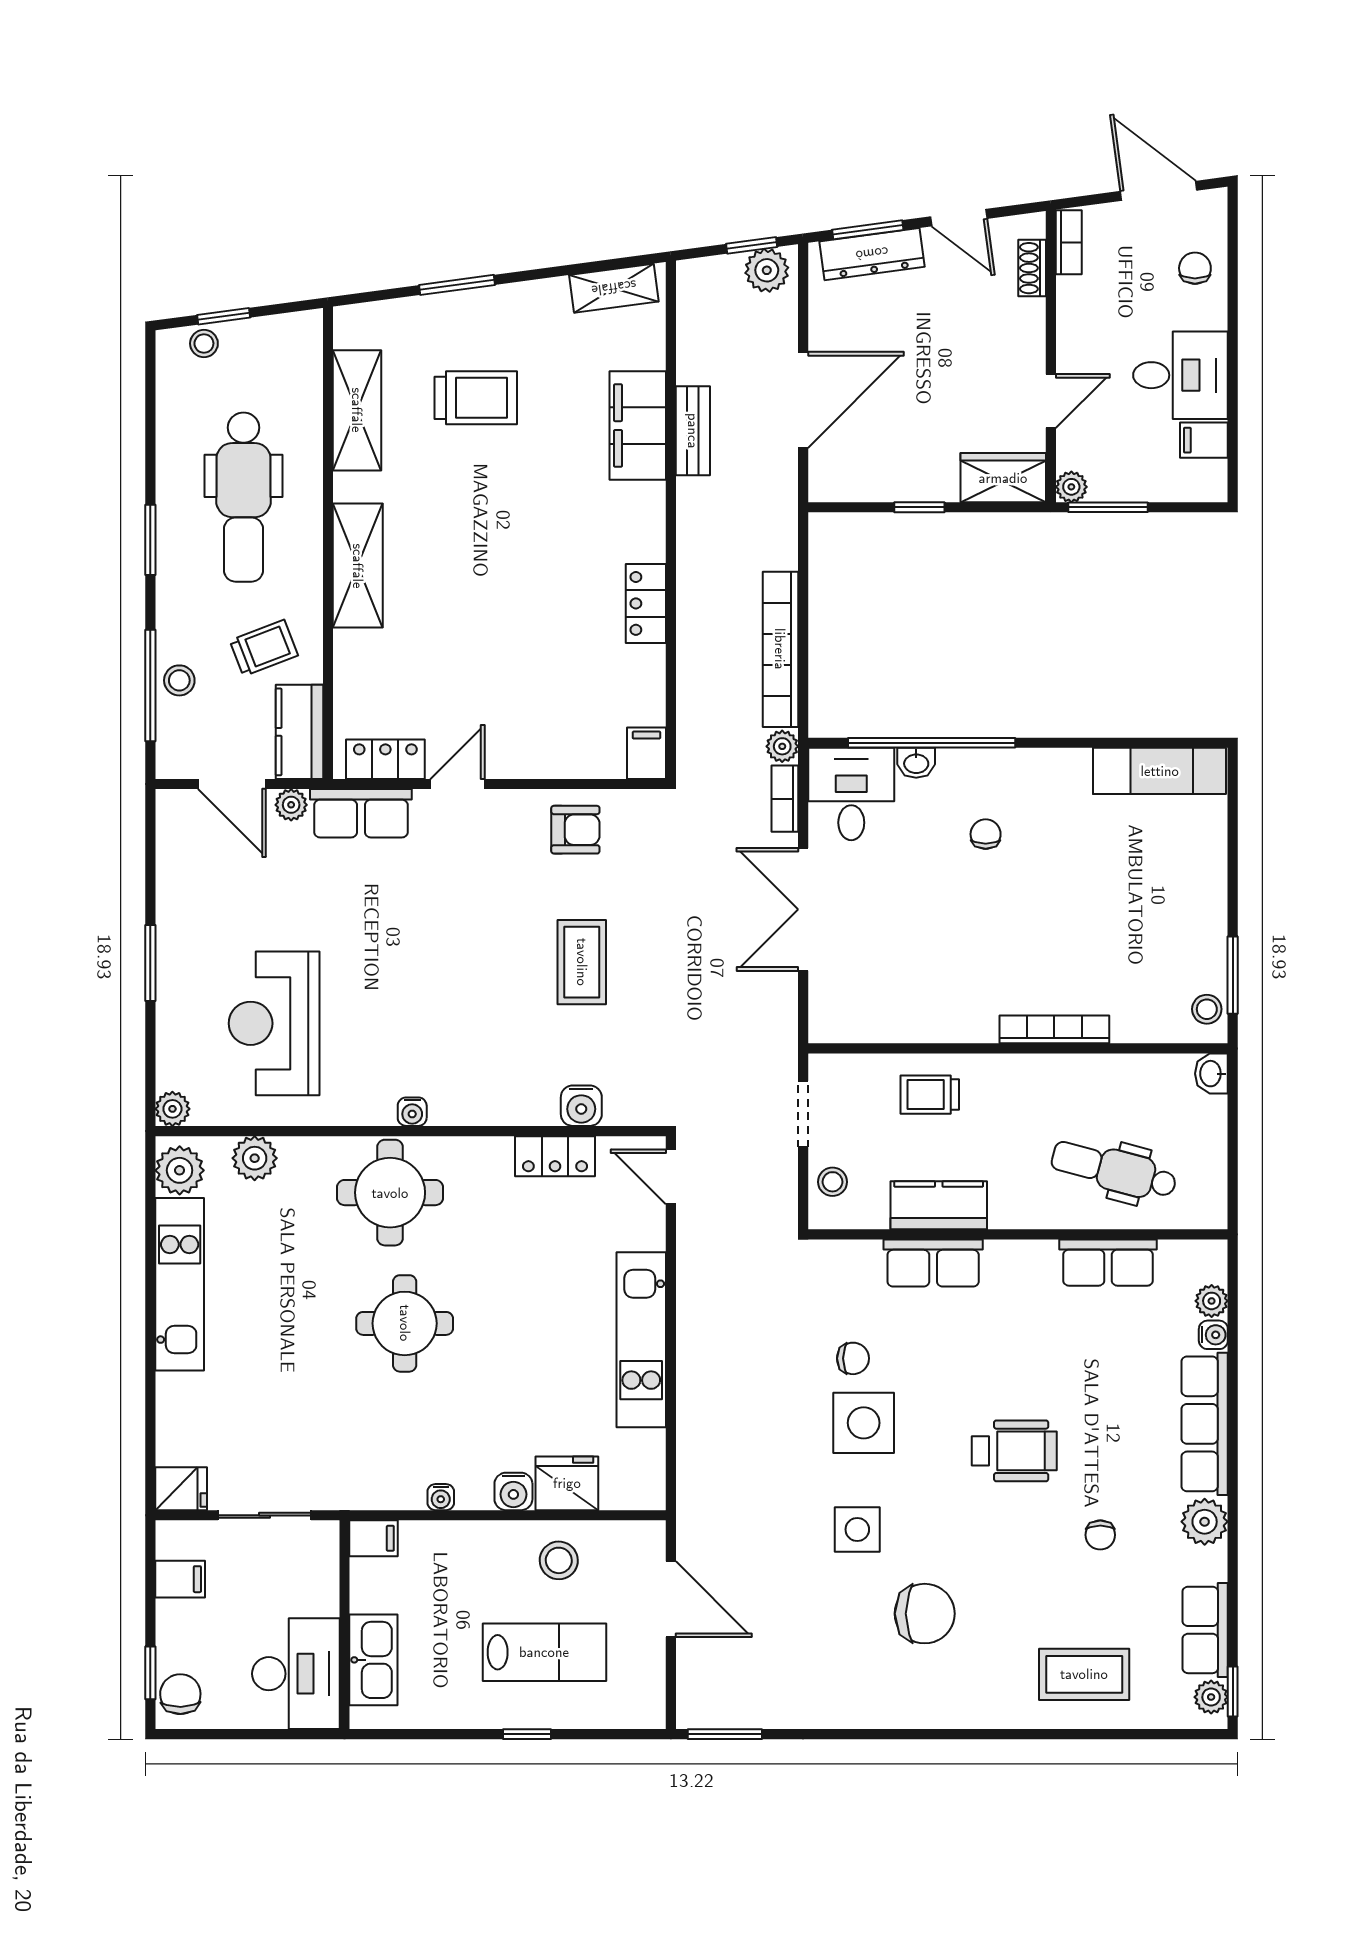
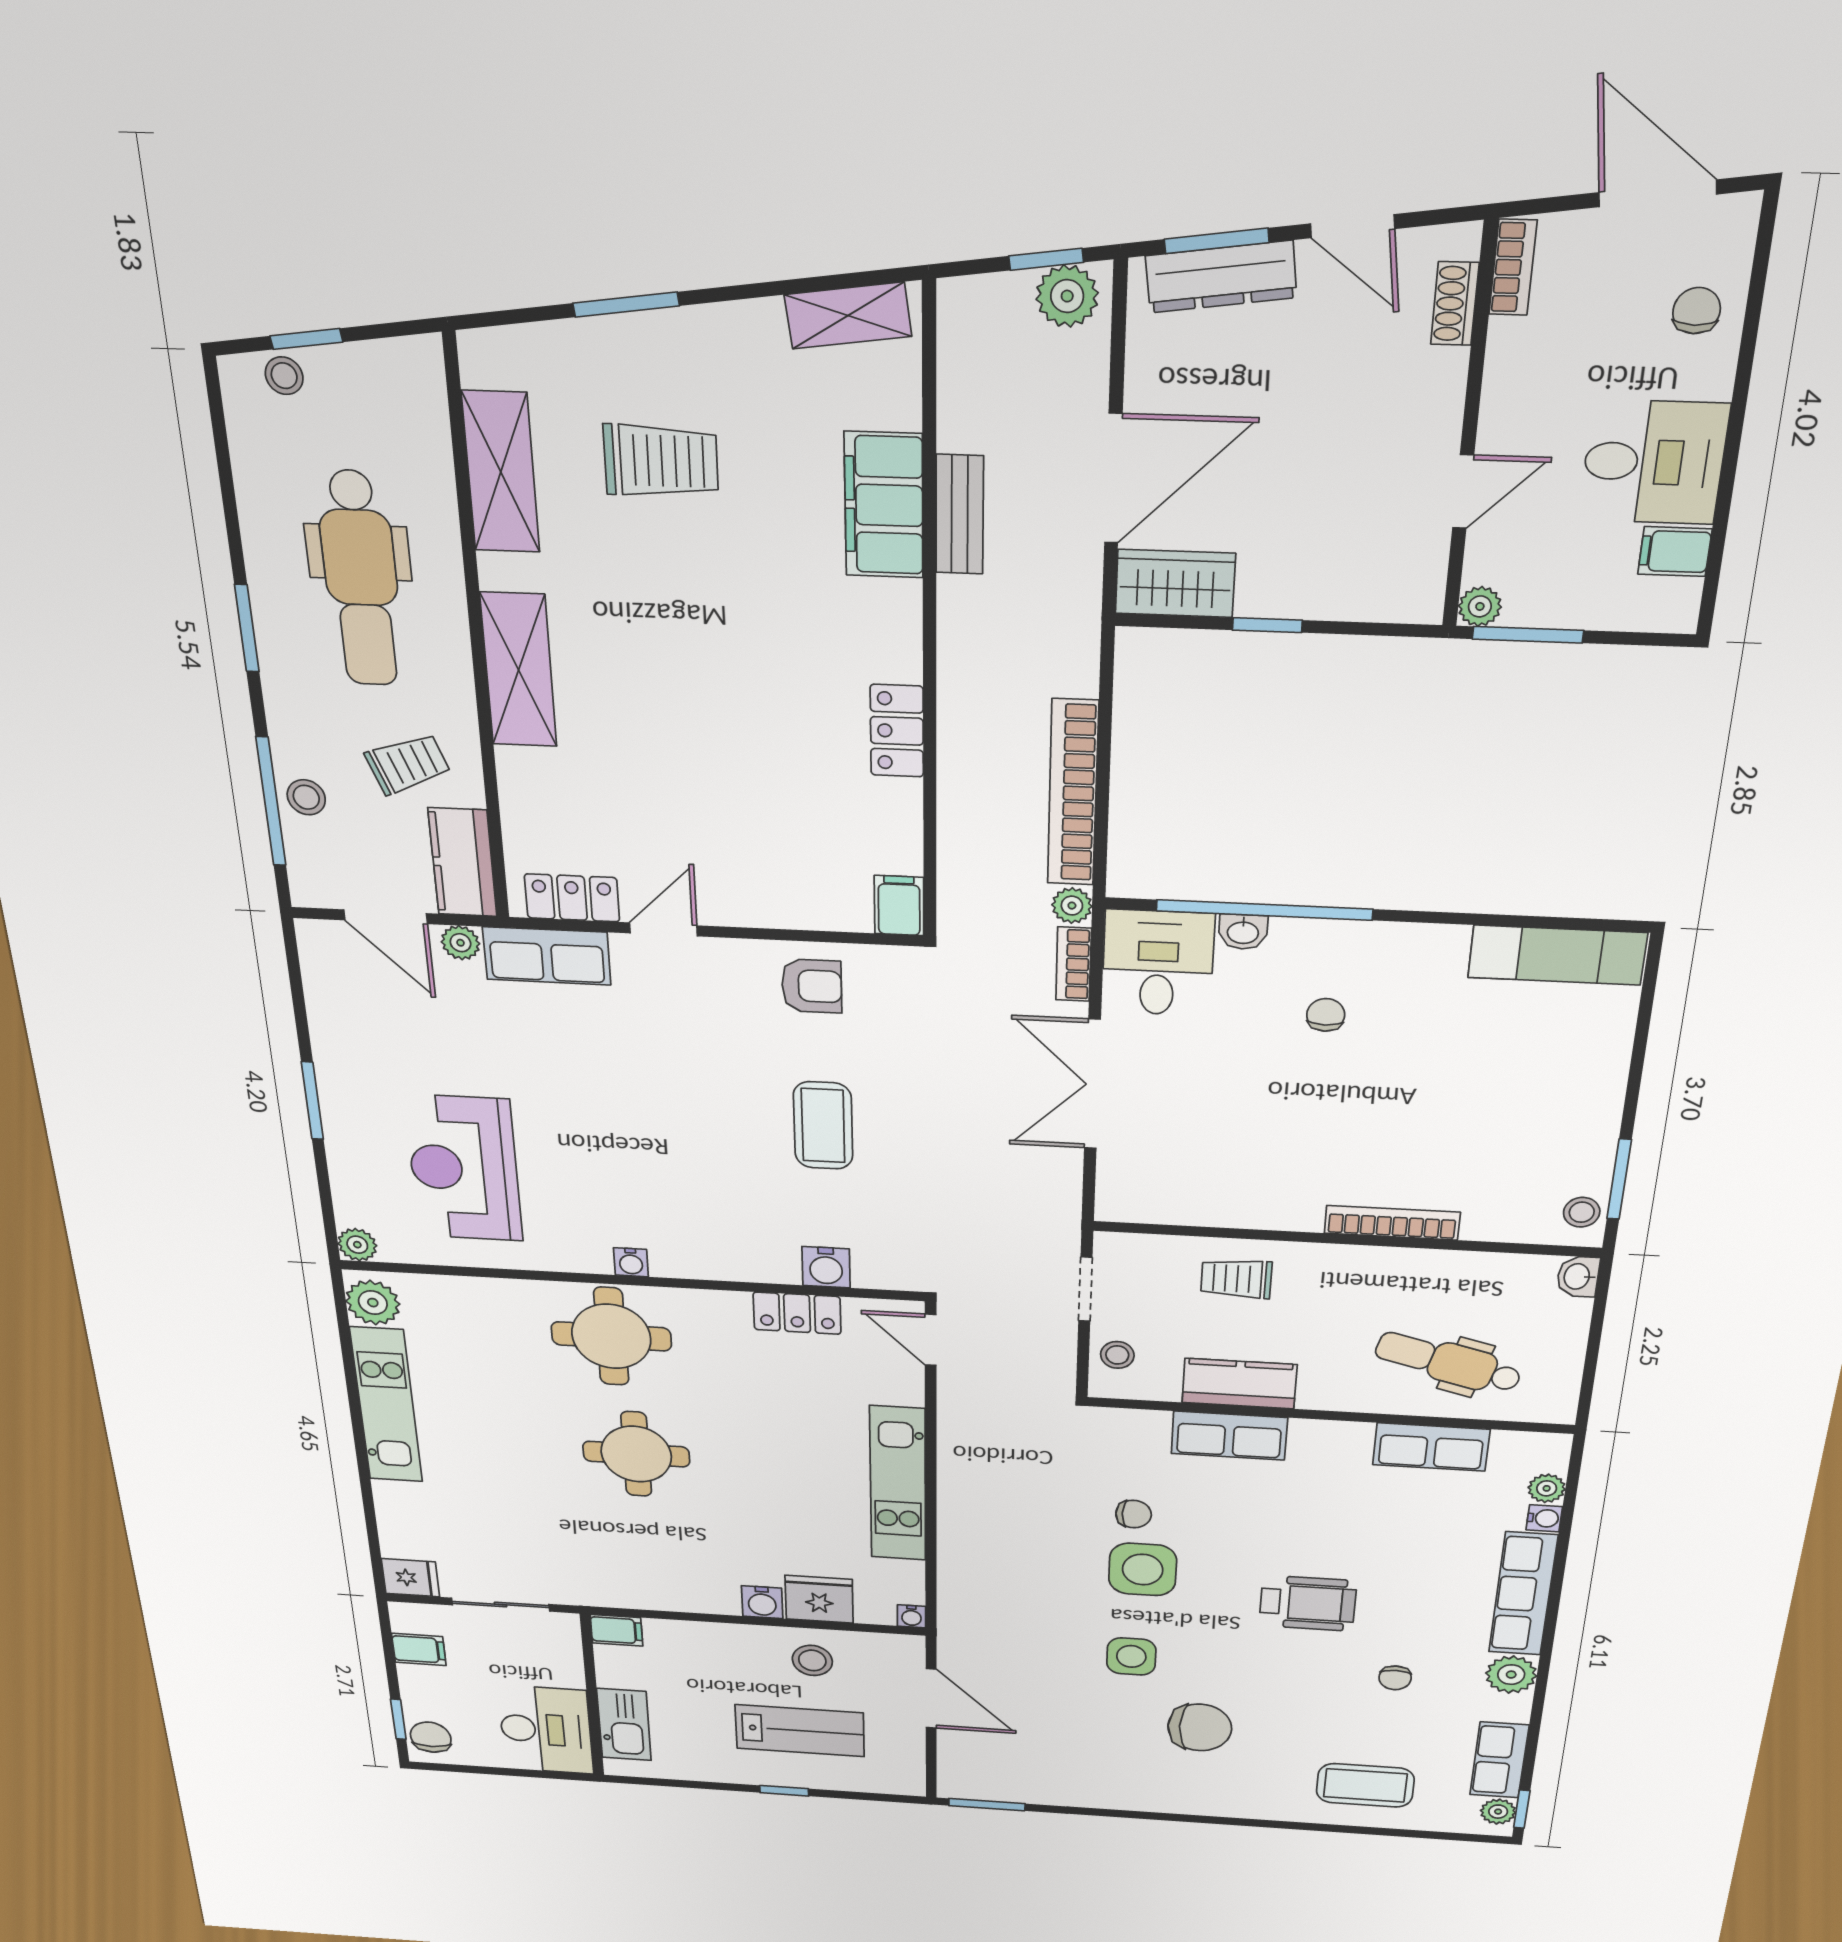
wardrobe: (1003, 478) -> (1175, 583), moved
plant: (255, 1158) -> (456, 1296), removed
water cooler: (441, 1497) -> (911, 1616), moved

